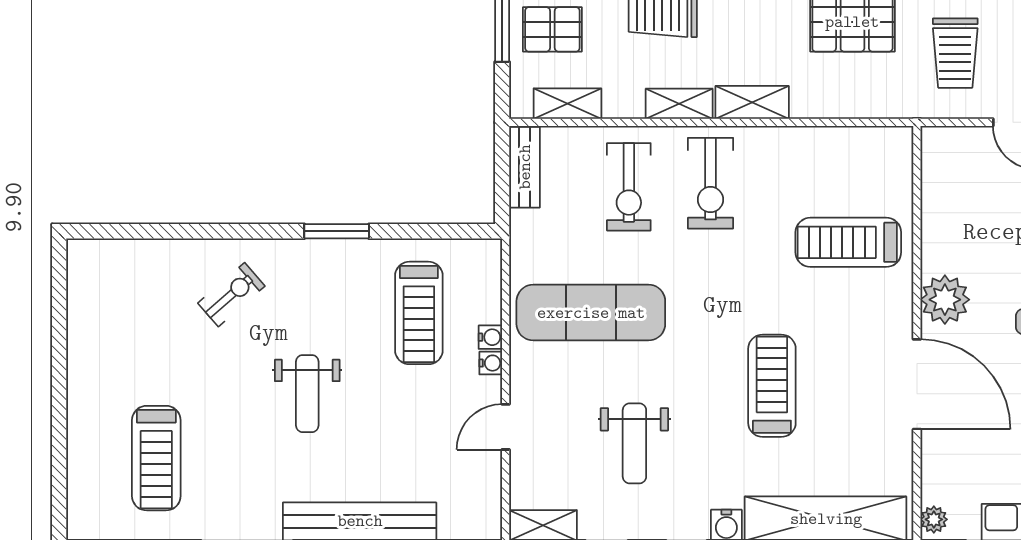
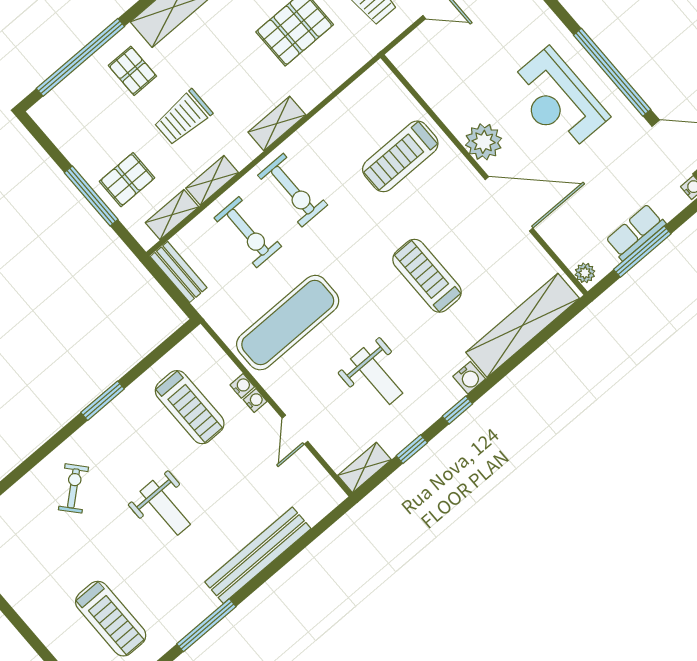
shelving: (679, 104) -> (212, 180), moved

